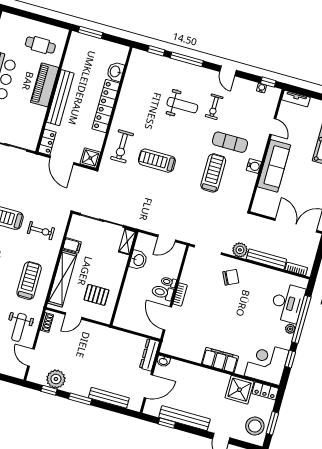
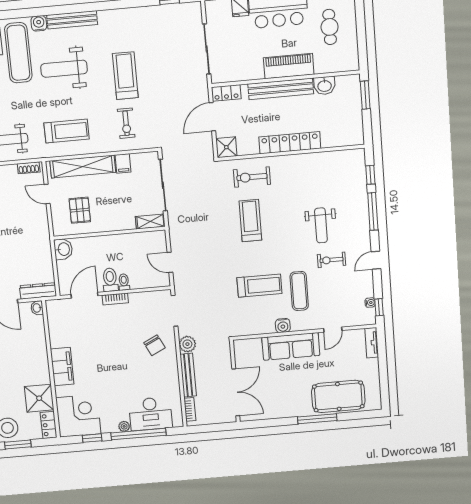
cafe table: (40, 45) -> (330, 27), moved
washbasin: (115, 72) -> (325, 86), moved, turned 180
washbasin: (138, 260) -> (63, 249), moved, turned -90

